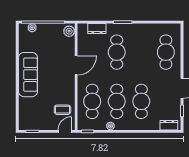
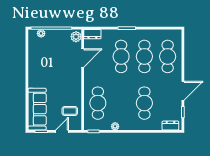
dresser: (97, 29) -> (92, 34), moved
door: (76, 65) -> (83, 58), moved
sofa: (28, 75) -> (37, 109), moved
cafe table: (117, 101) -> (144, 56), moved
door: (65, 131) -> (62, 131), moved

